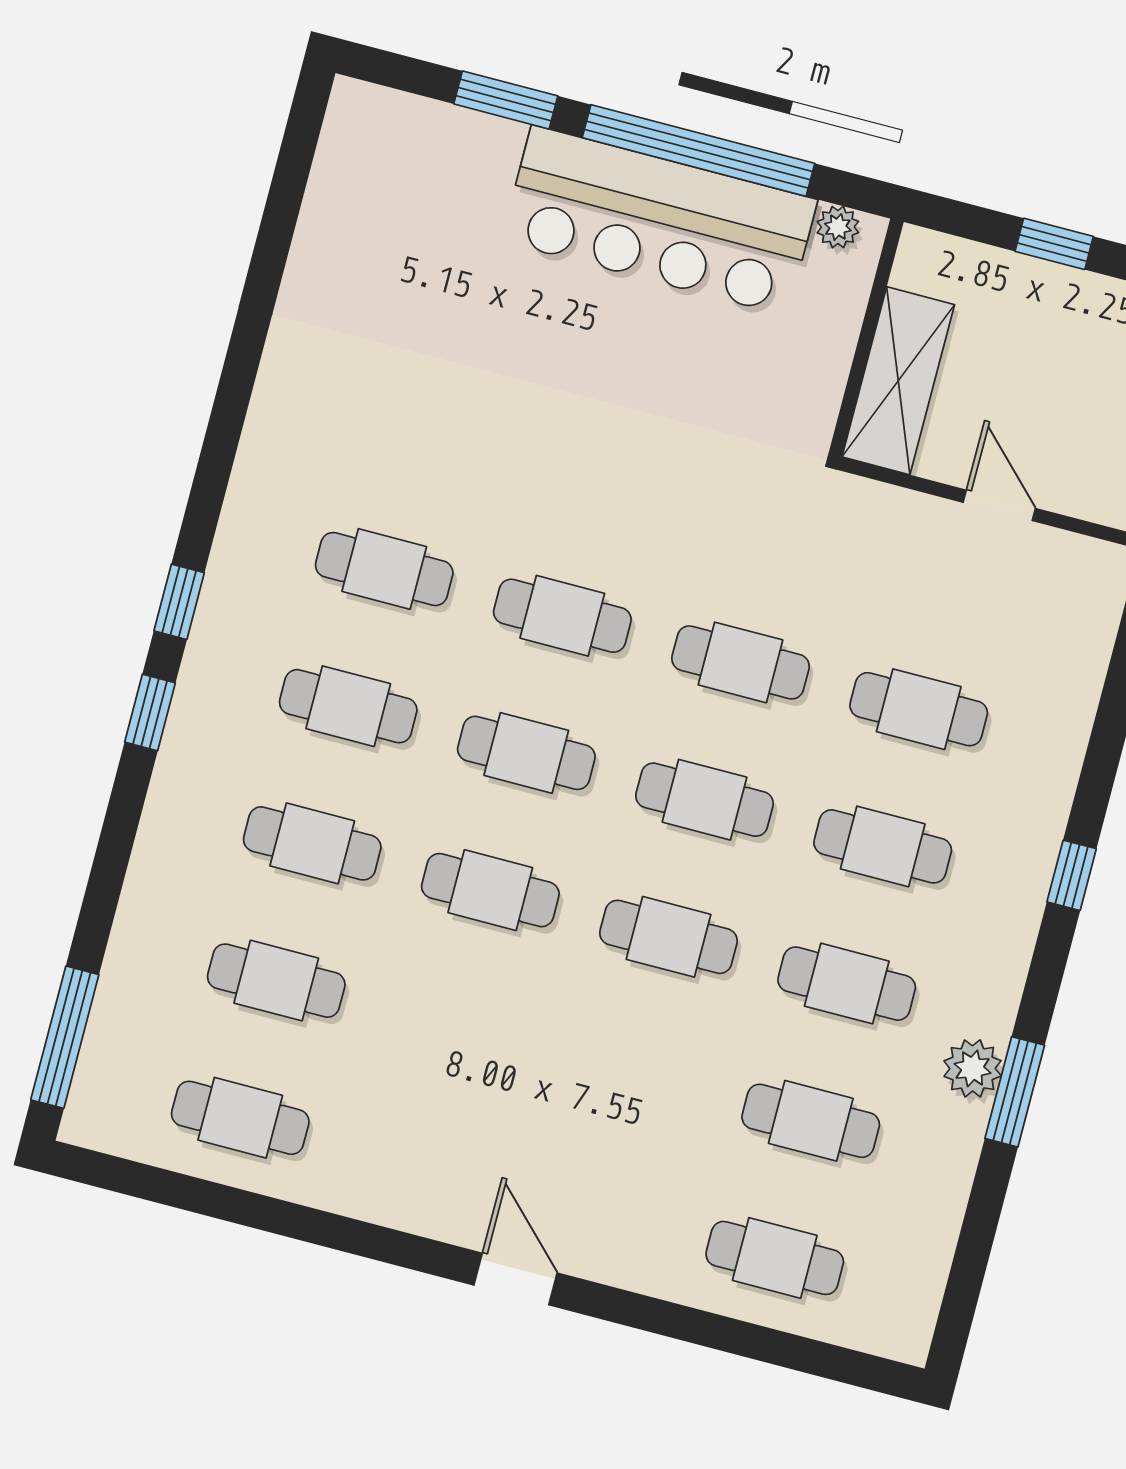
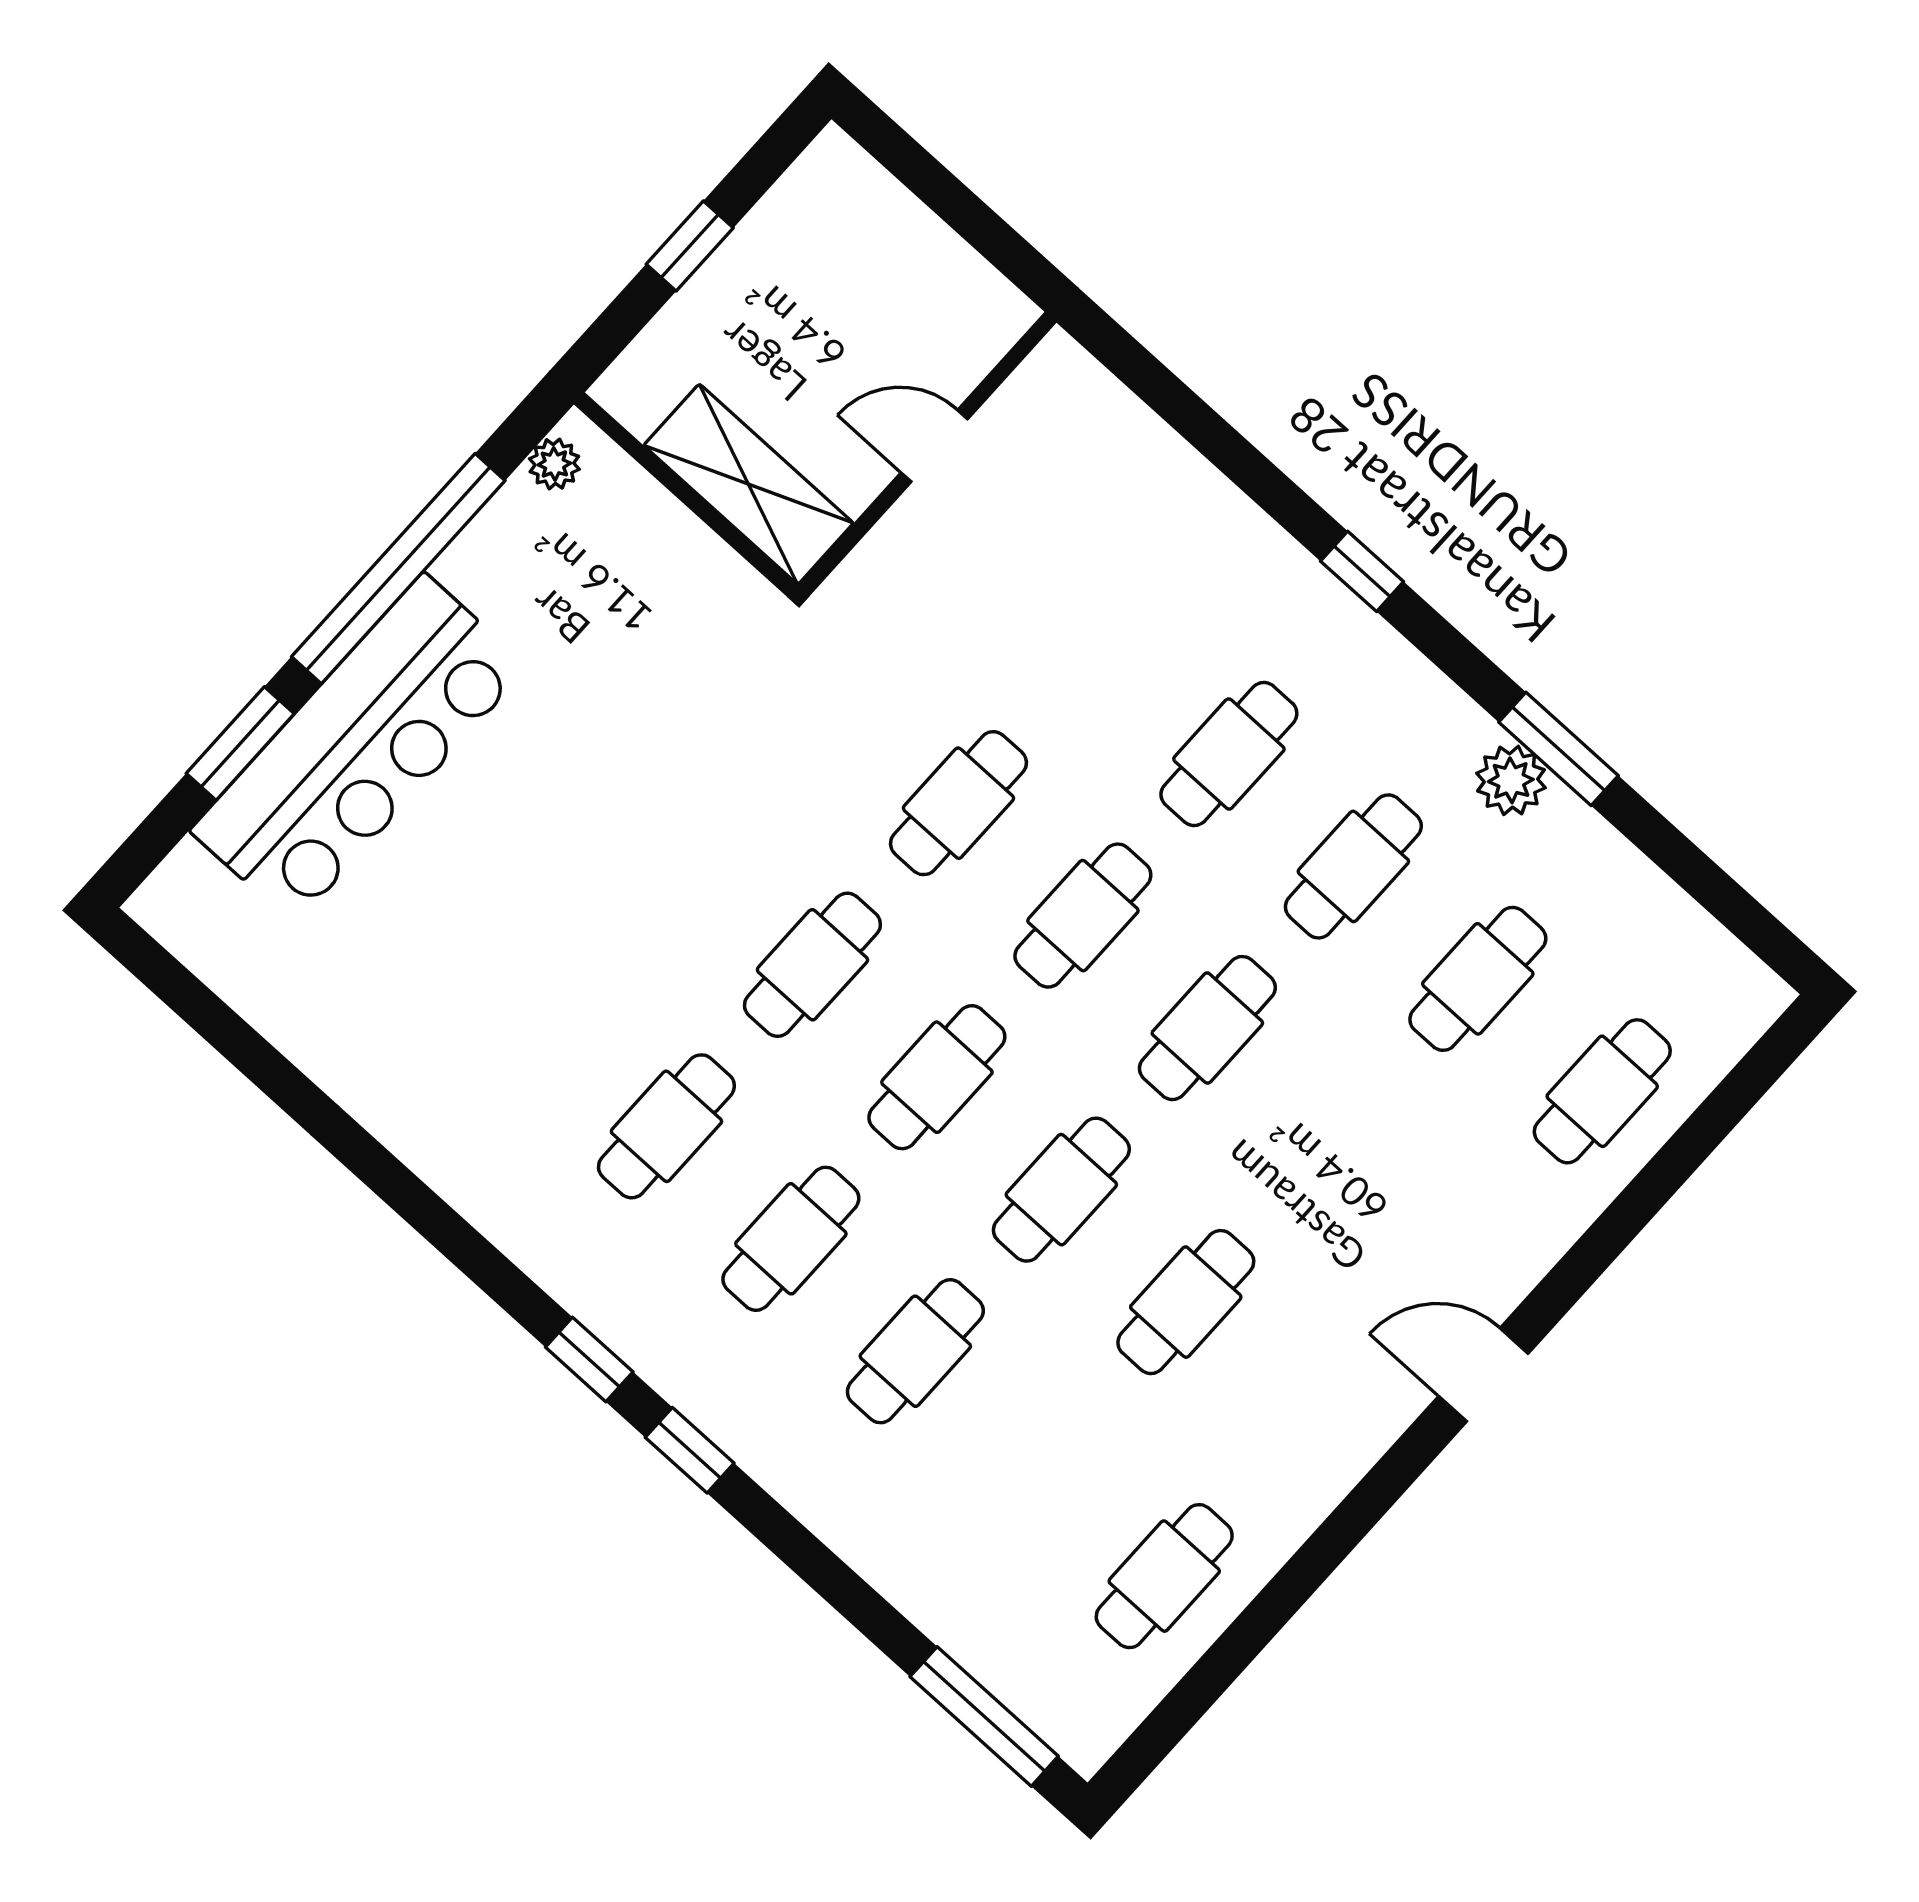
bar counter: (659, 220) -> (359, 749), moved
cafe table: (919, 709) -> (1105, 642), removed
cafe table: (276, 981) -> (1186, 1302), moved

